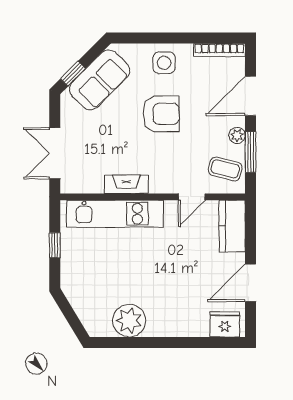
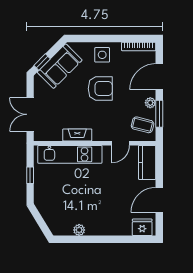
plant: (129, 321) -> (79, 230), width x0.53, depth x0.53

